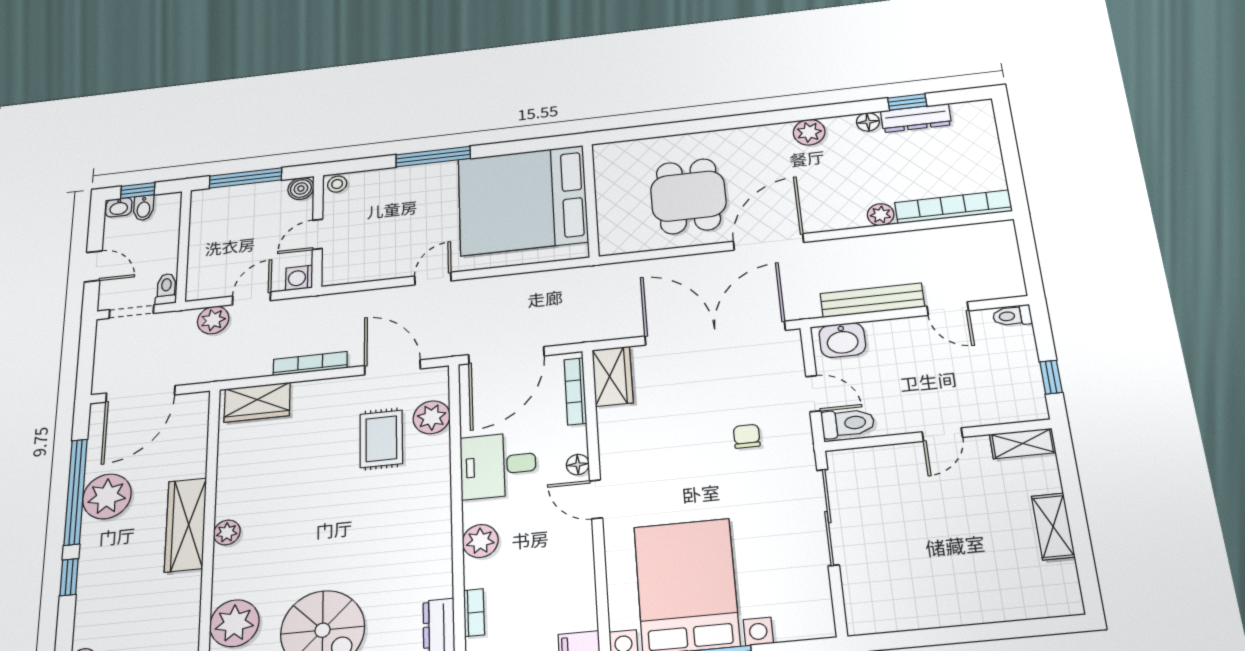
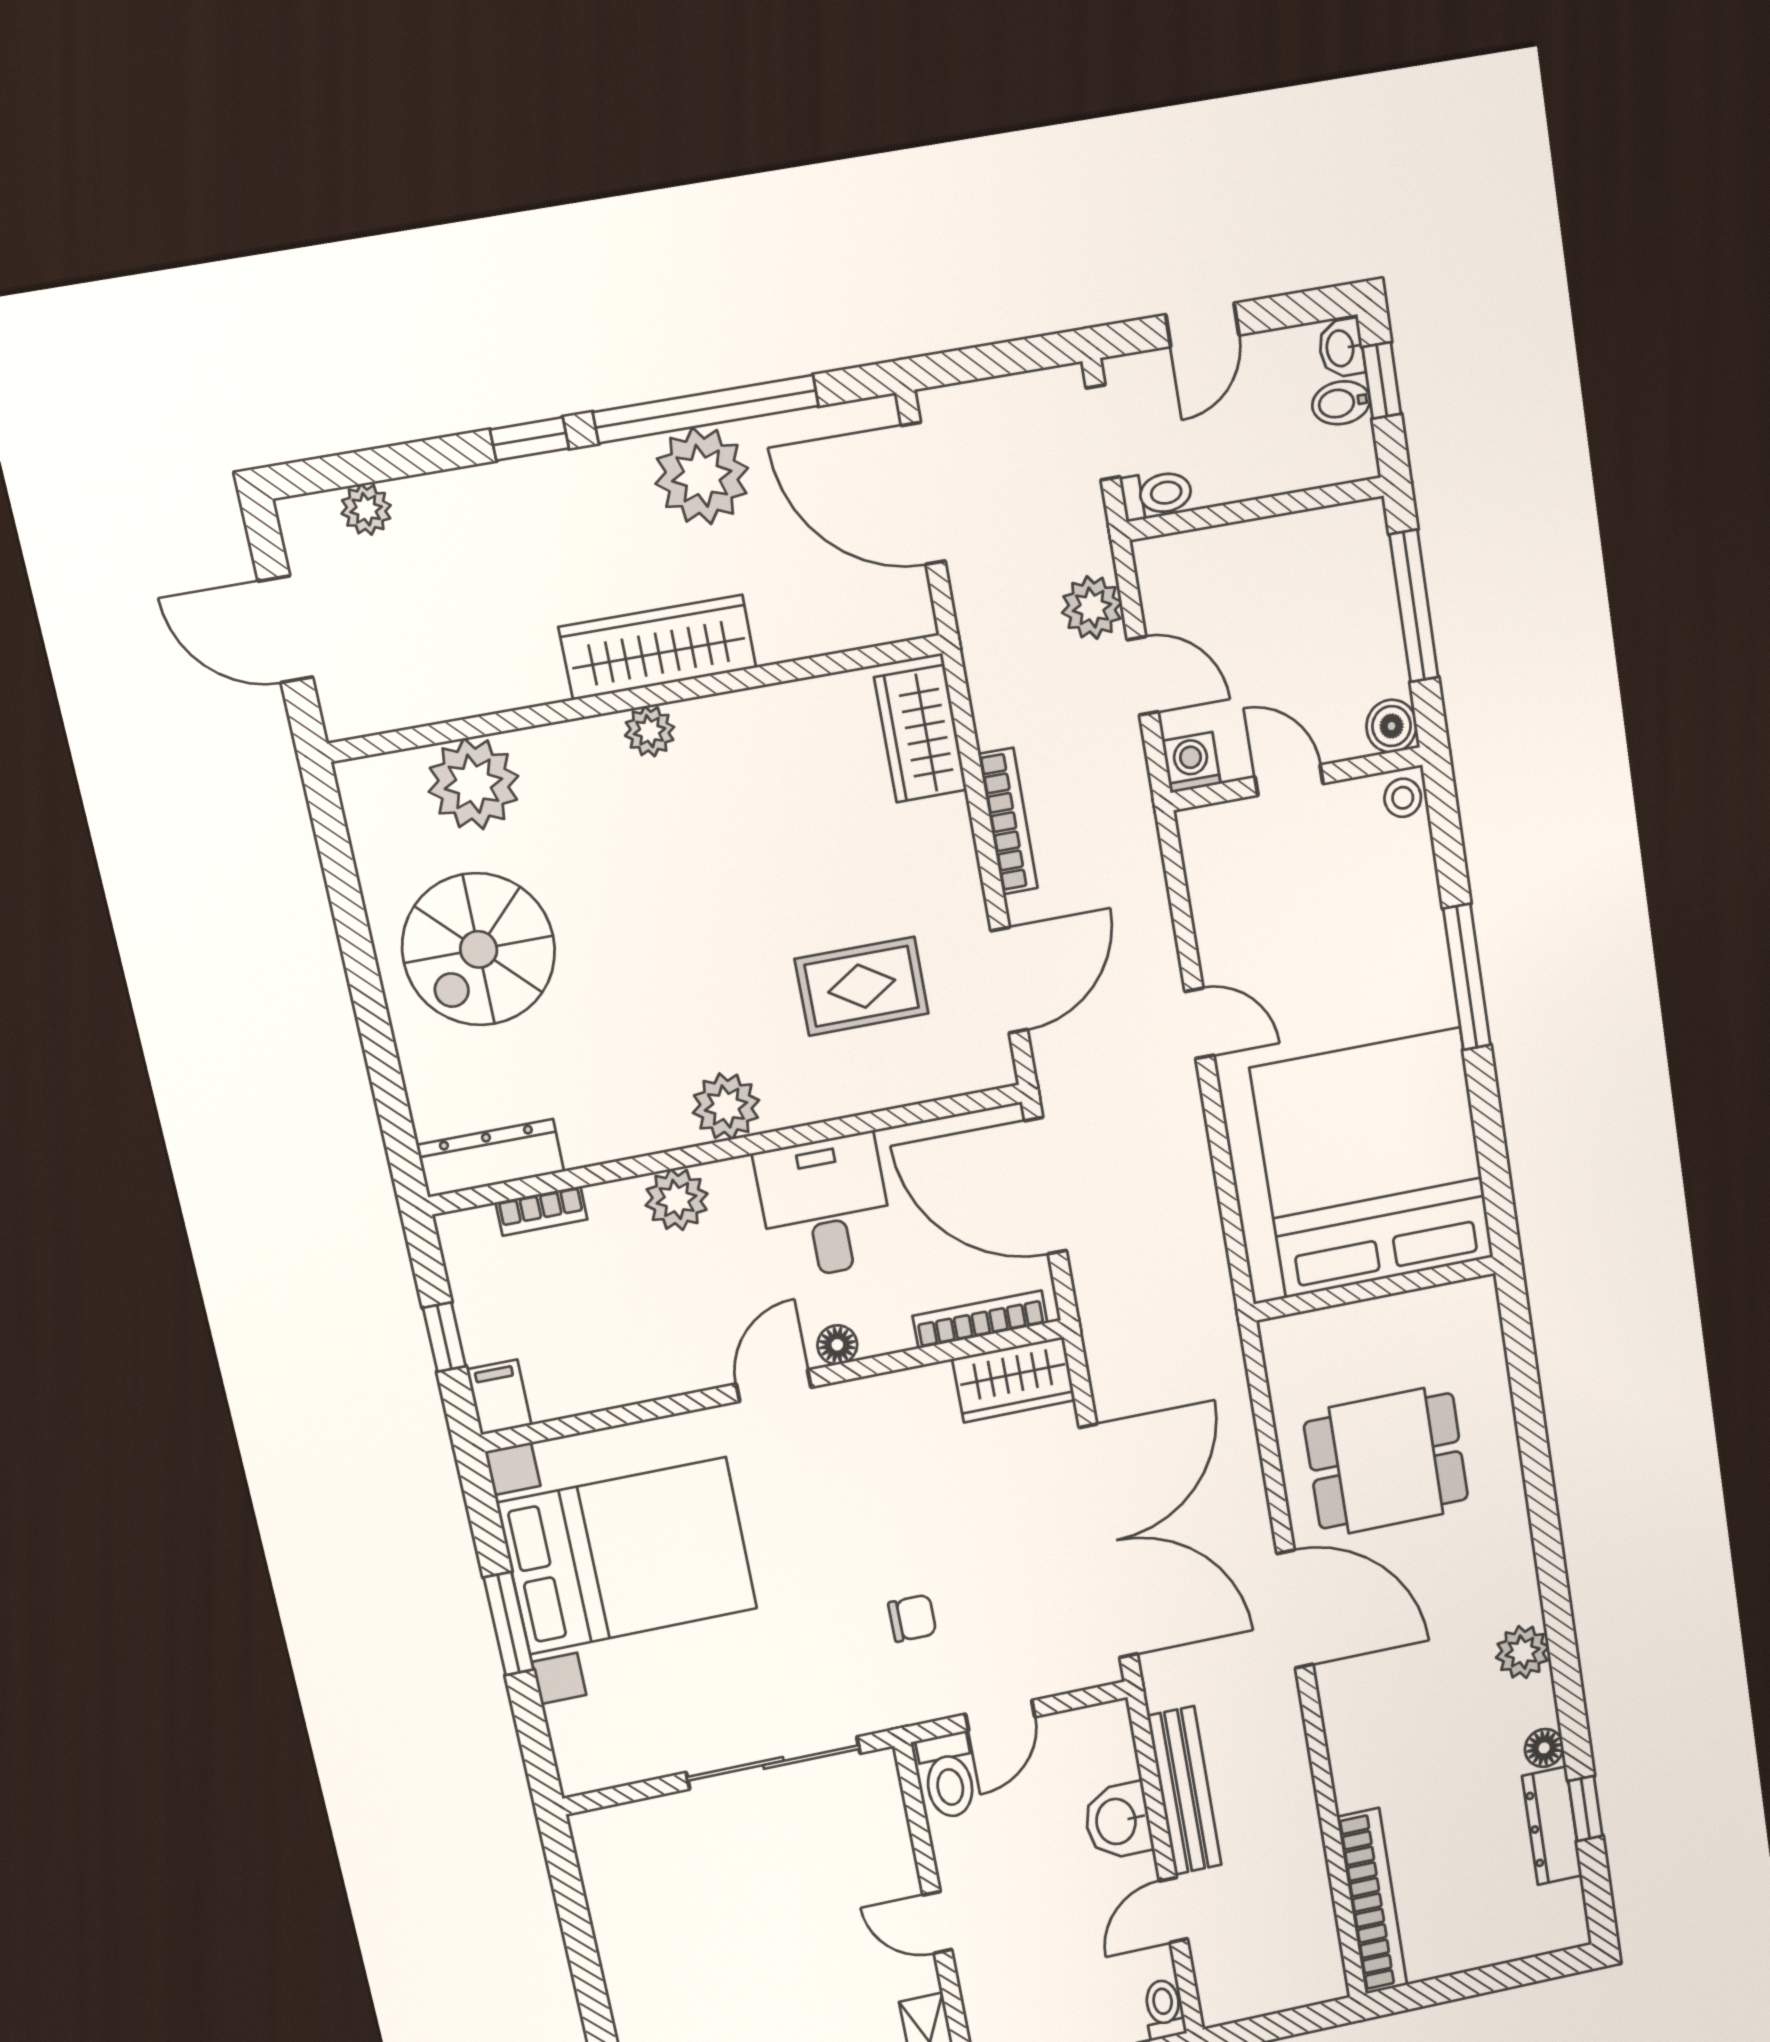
plant: (881, 215) -> (1354, 1787), removed
washbasin: (842, 340) -> (1118, 1821), moved
plant: (432, 417) -> (726, 1106), moved

